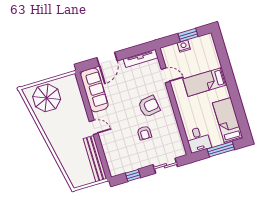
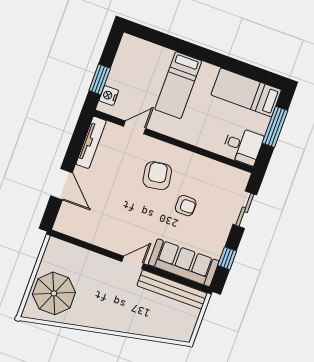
window: (188, 35) -> (100, 79), moved
nightstand: (184, 46) -> (109, 96), moved
sofa: (94, 90) -> (184, 263), moved

